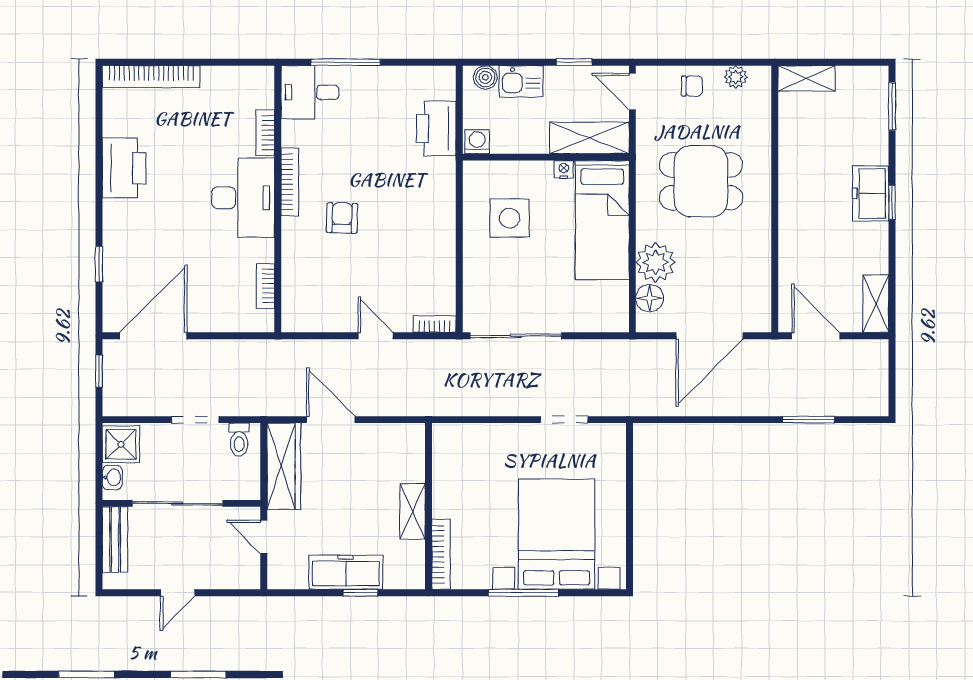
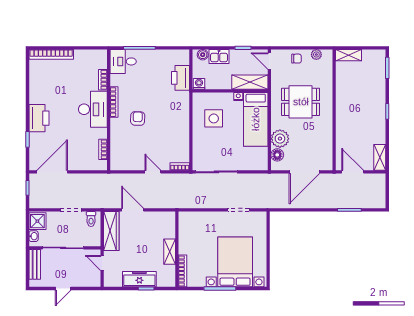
printer: (124, 168) -> (39, 118), moved
freezer: (871, 193) -> (378, 107), removed

